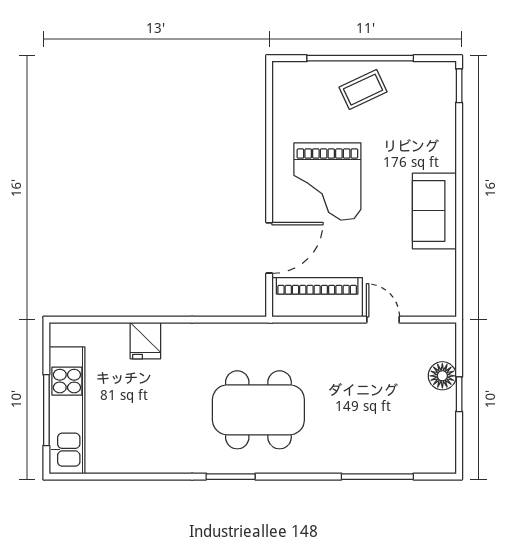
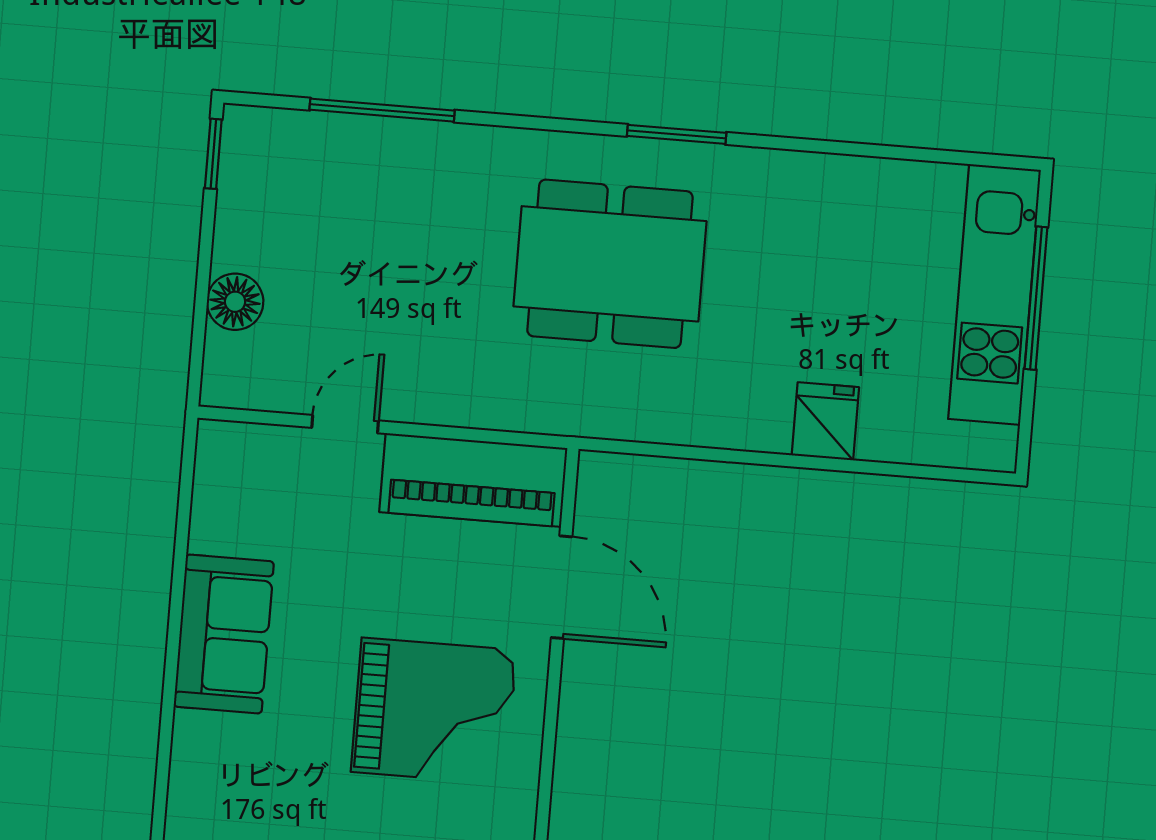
grand piano: (327, 181) -> (434, 711), turned 90
door: (269, 248) -> (562, 587), swing flipped
door: (383, 320) -> (345, 424), swing flipped
window: (459, 394) -> (213, 154), moved

